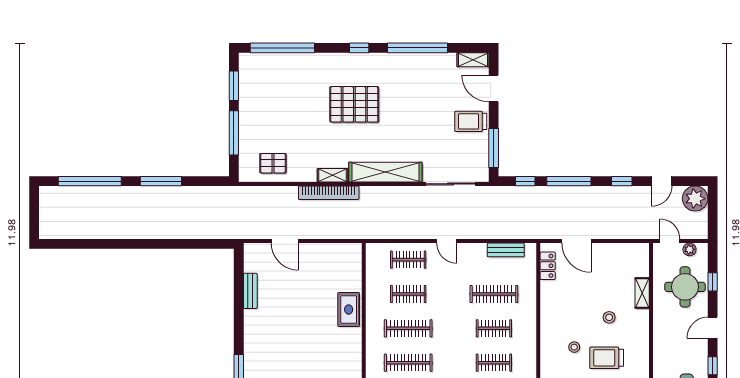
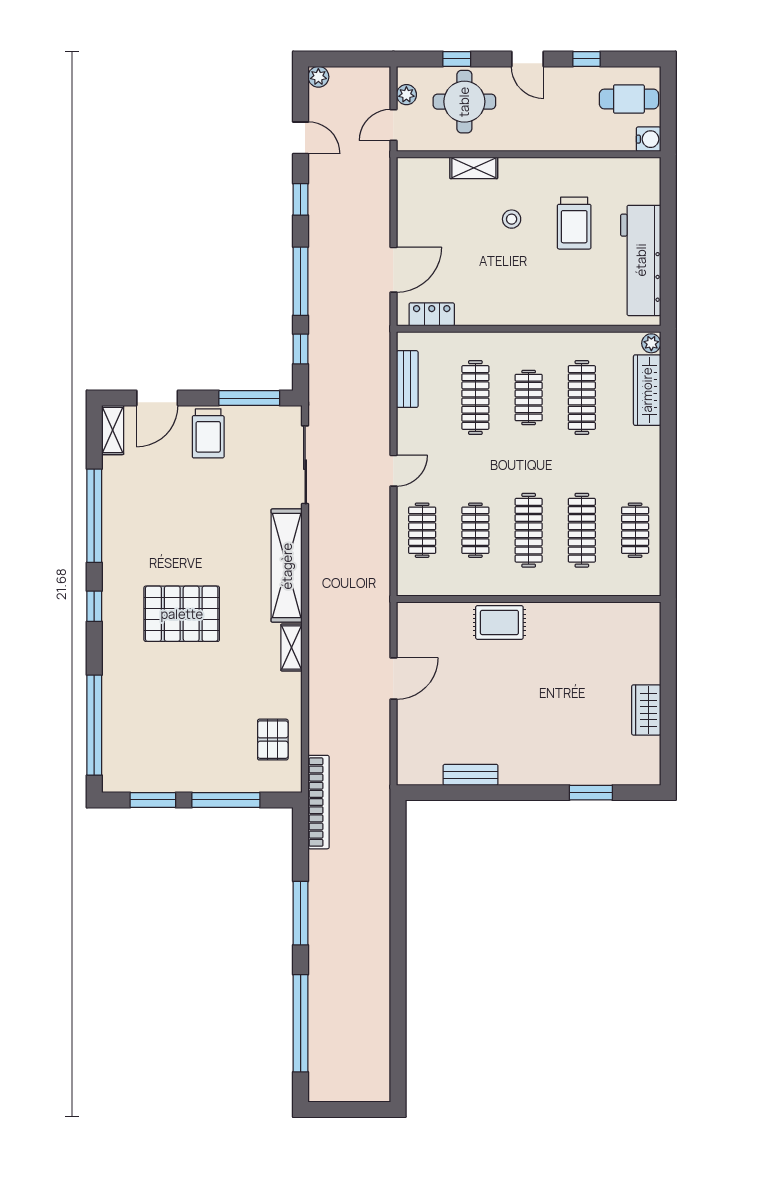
pallet: (354, 104) -> (182, 614), turned 90
bookcase: (329, 193) -> (319, 802), moved
plant: (695, 199) -> (318, 77), width x0.53, depth x0.53
door: (285, 241) -> (393, 679), moved
stool: (574, 347) -> (558, 273), removed
clothes rail: (494, 363) -> (582, 398), width x1.36

